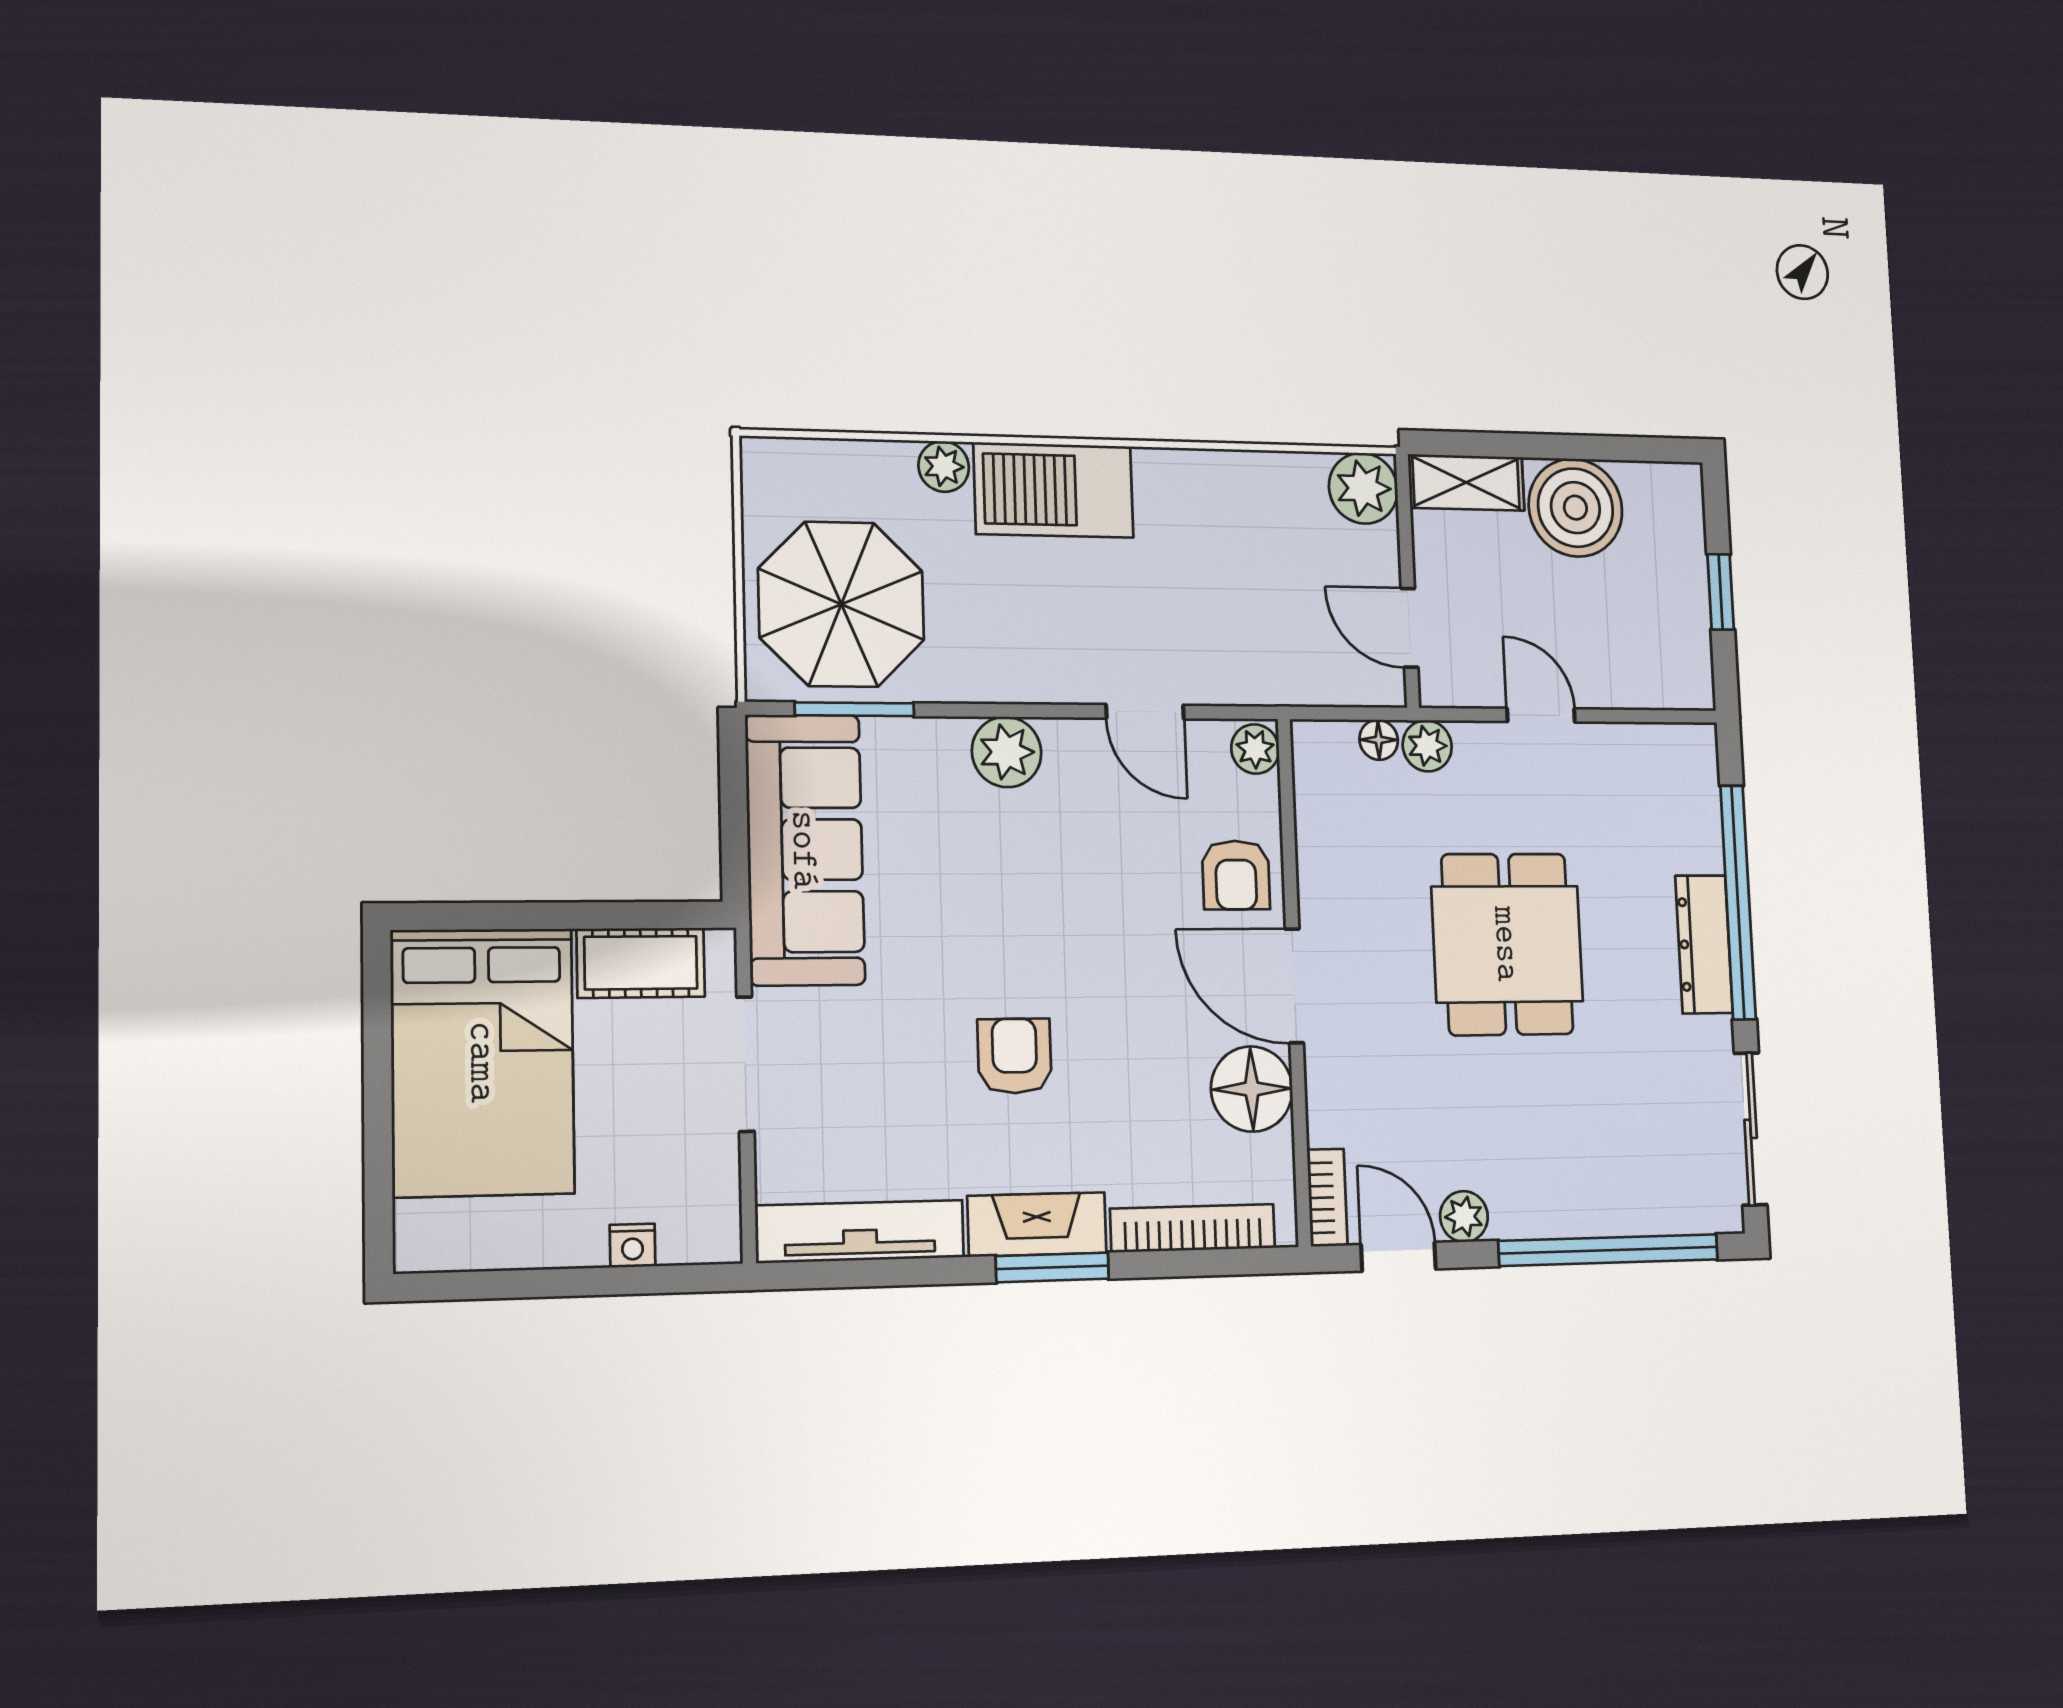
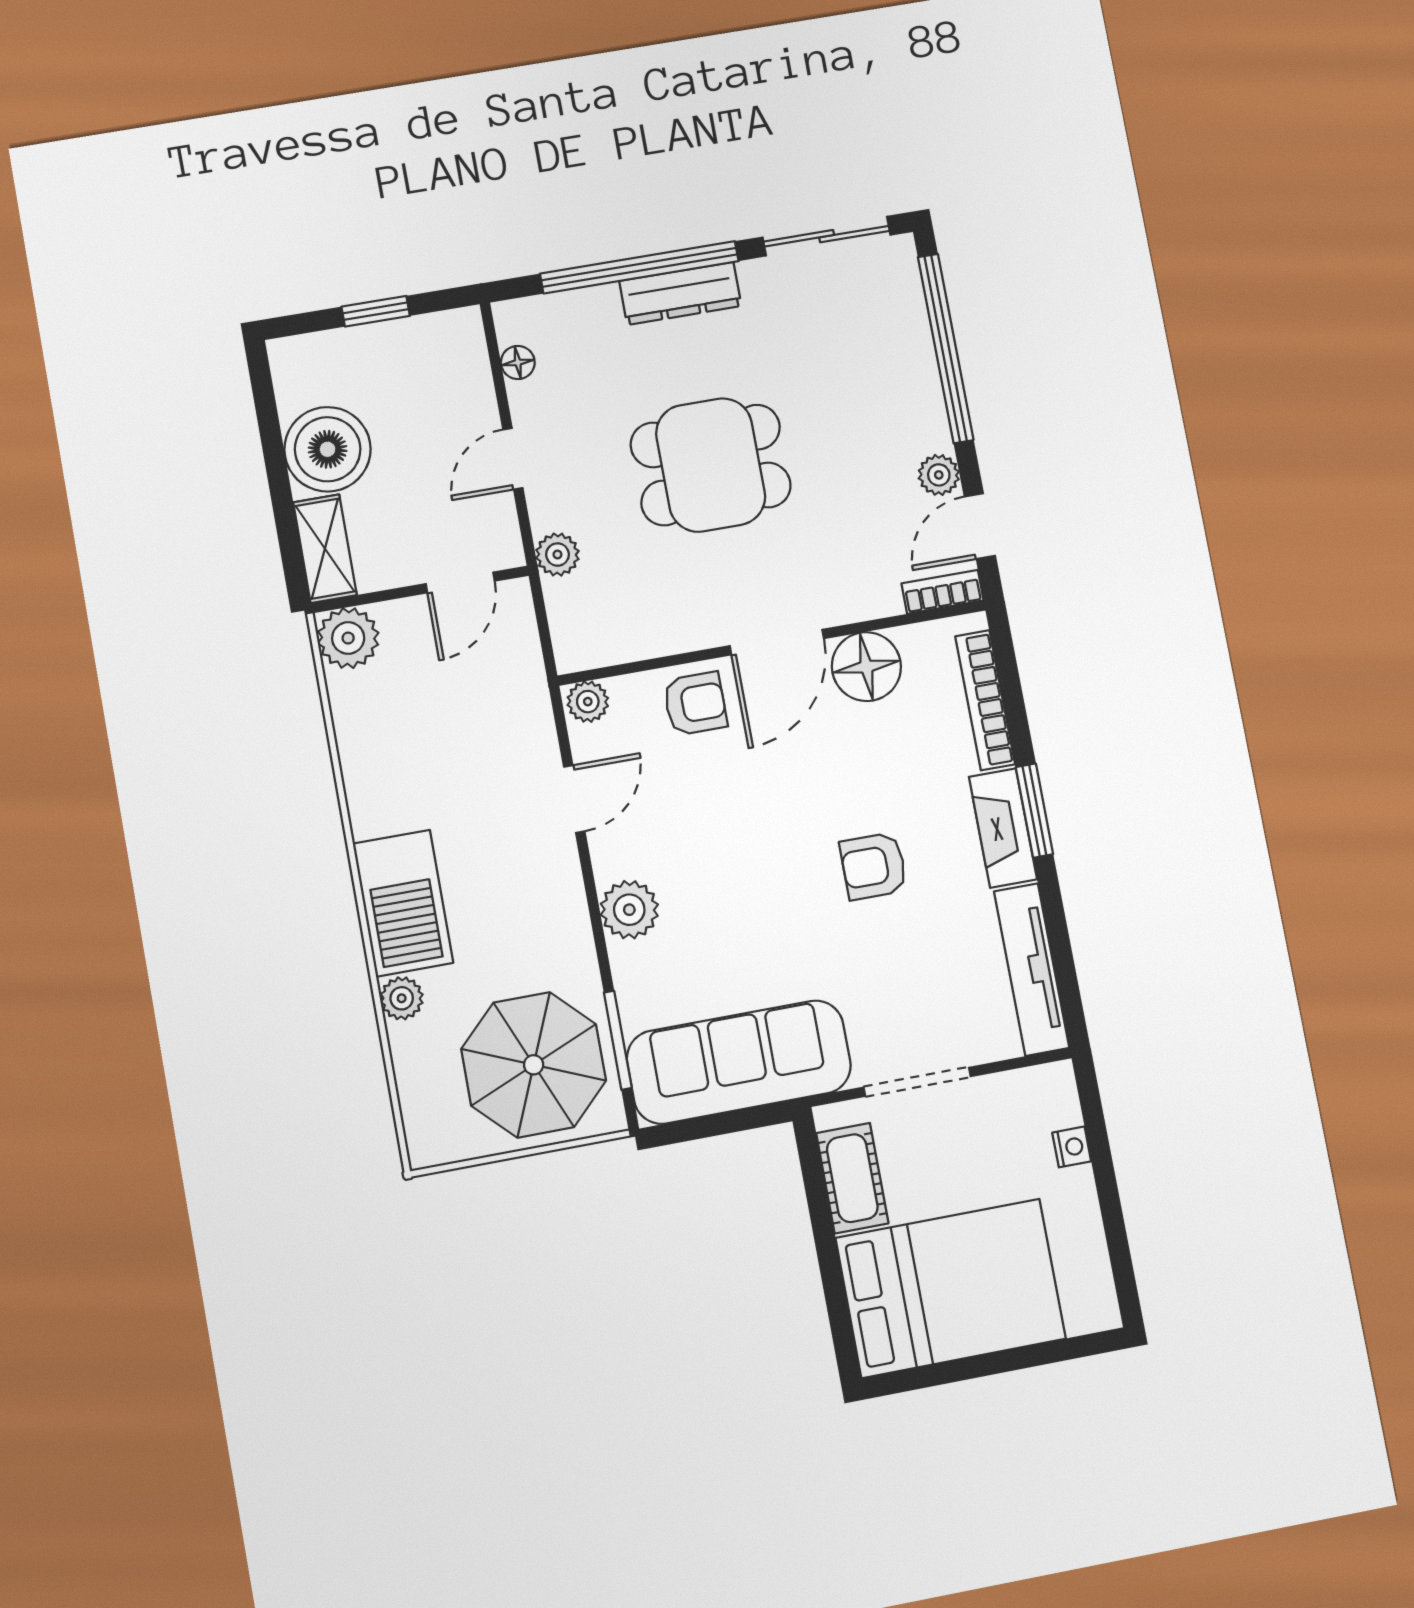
floor lamp: (1379, 740) -> (518, 362), moved

